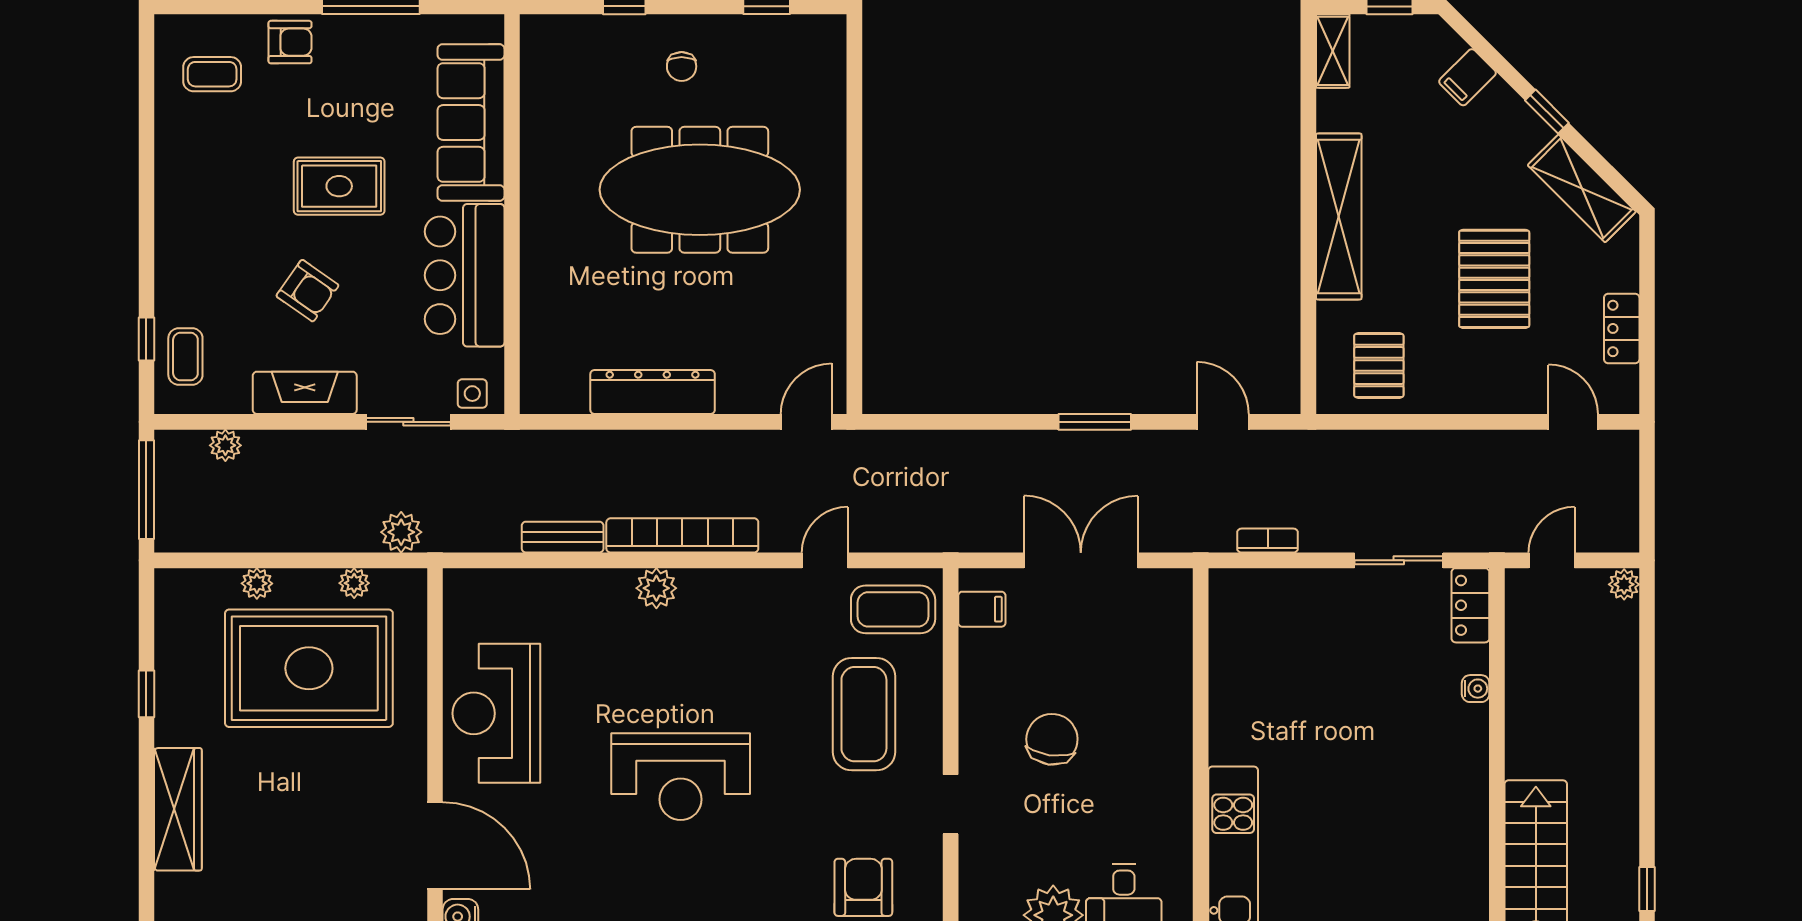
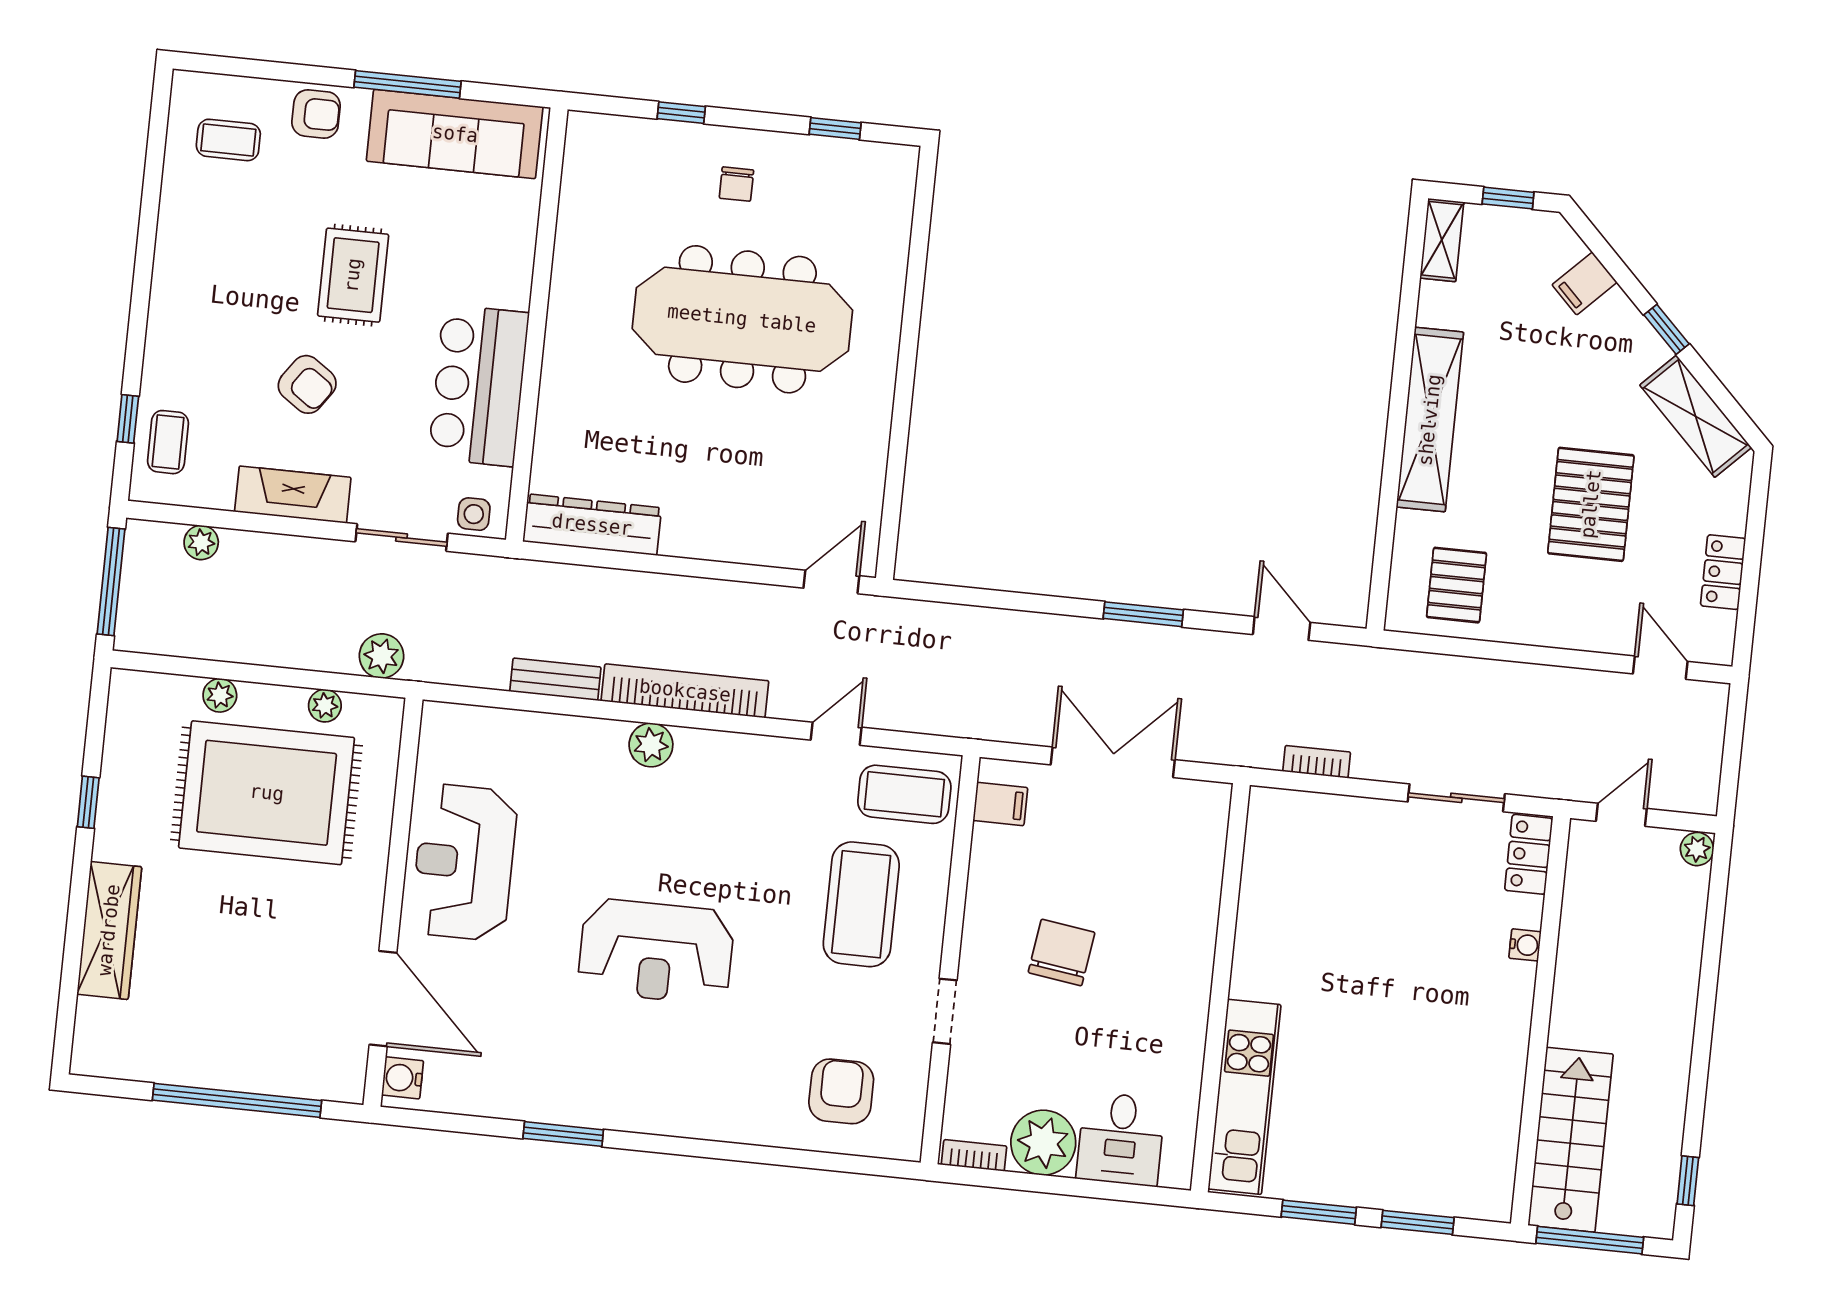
sofa: (471, 122) -> (455, 134), moved, turned -90
rug: (339, 186) -> (353, 275), turned 90
dresser: (653, 392) -> (592, 525), moved

